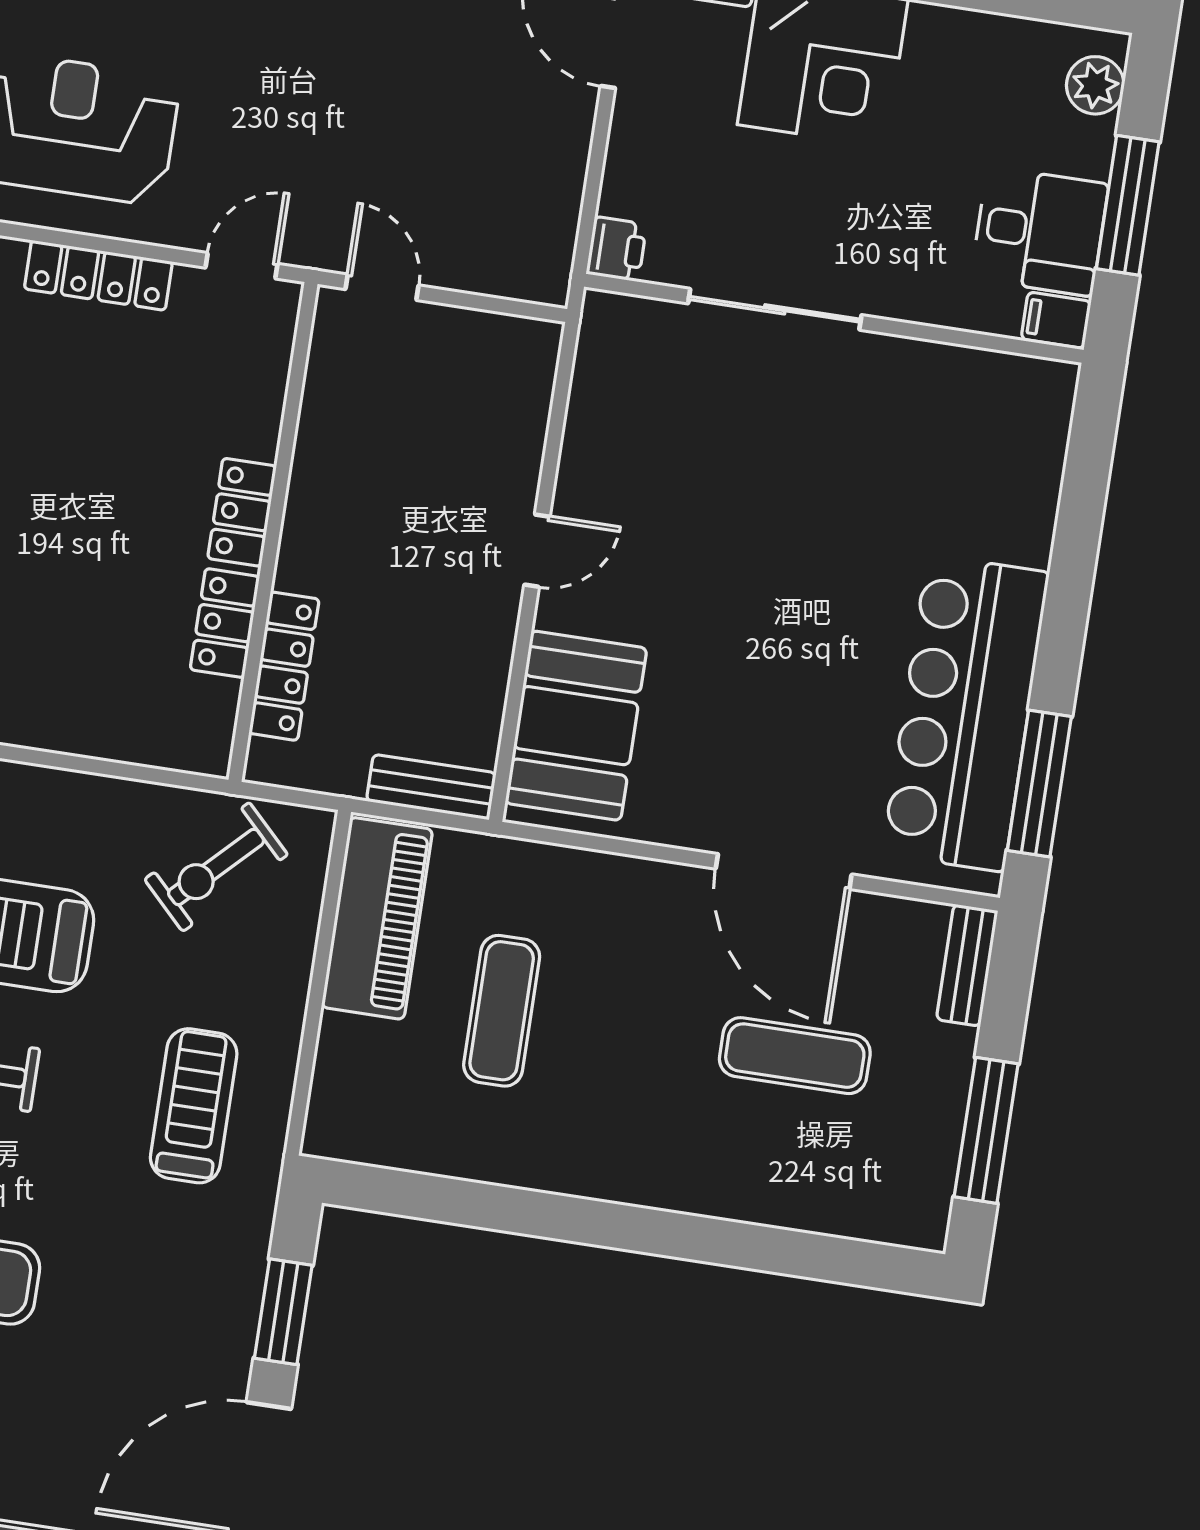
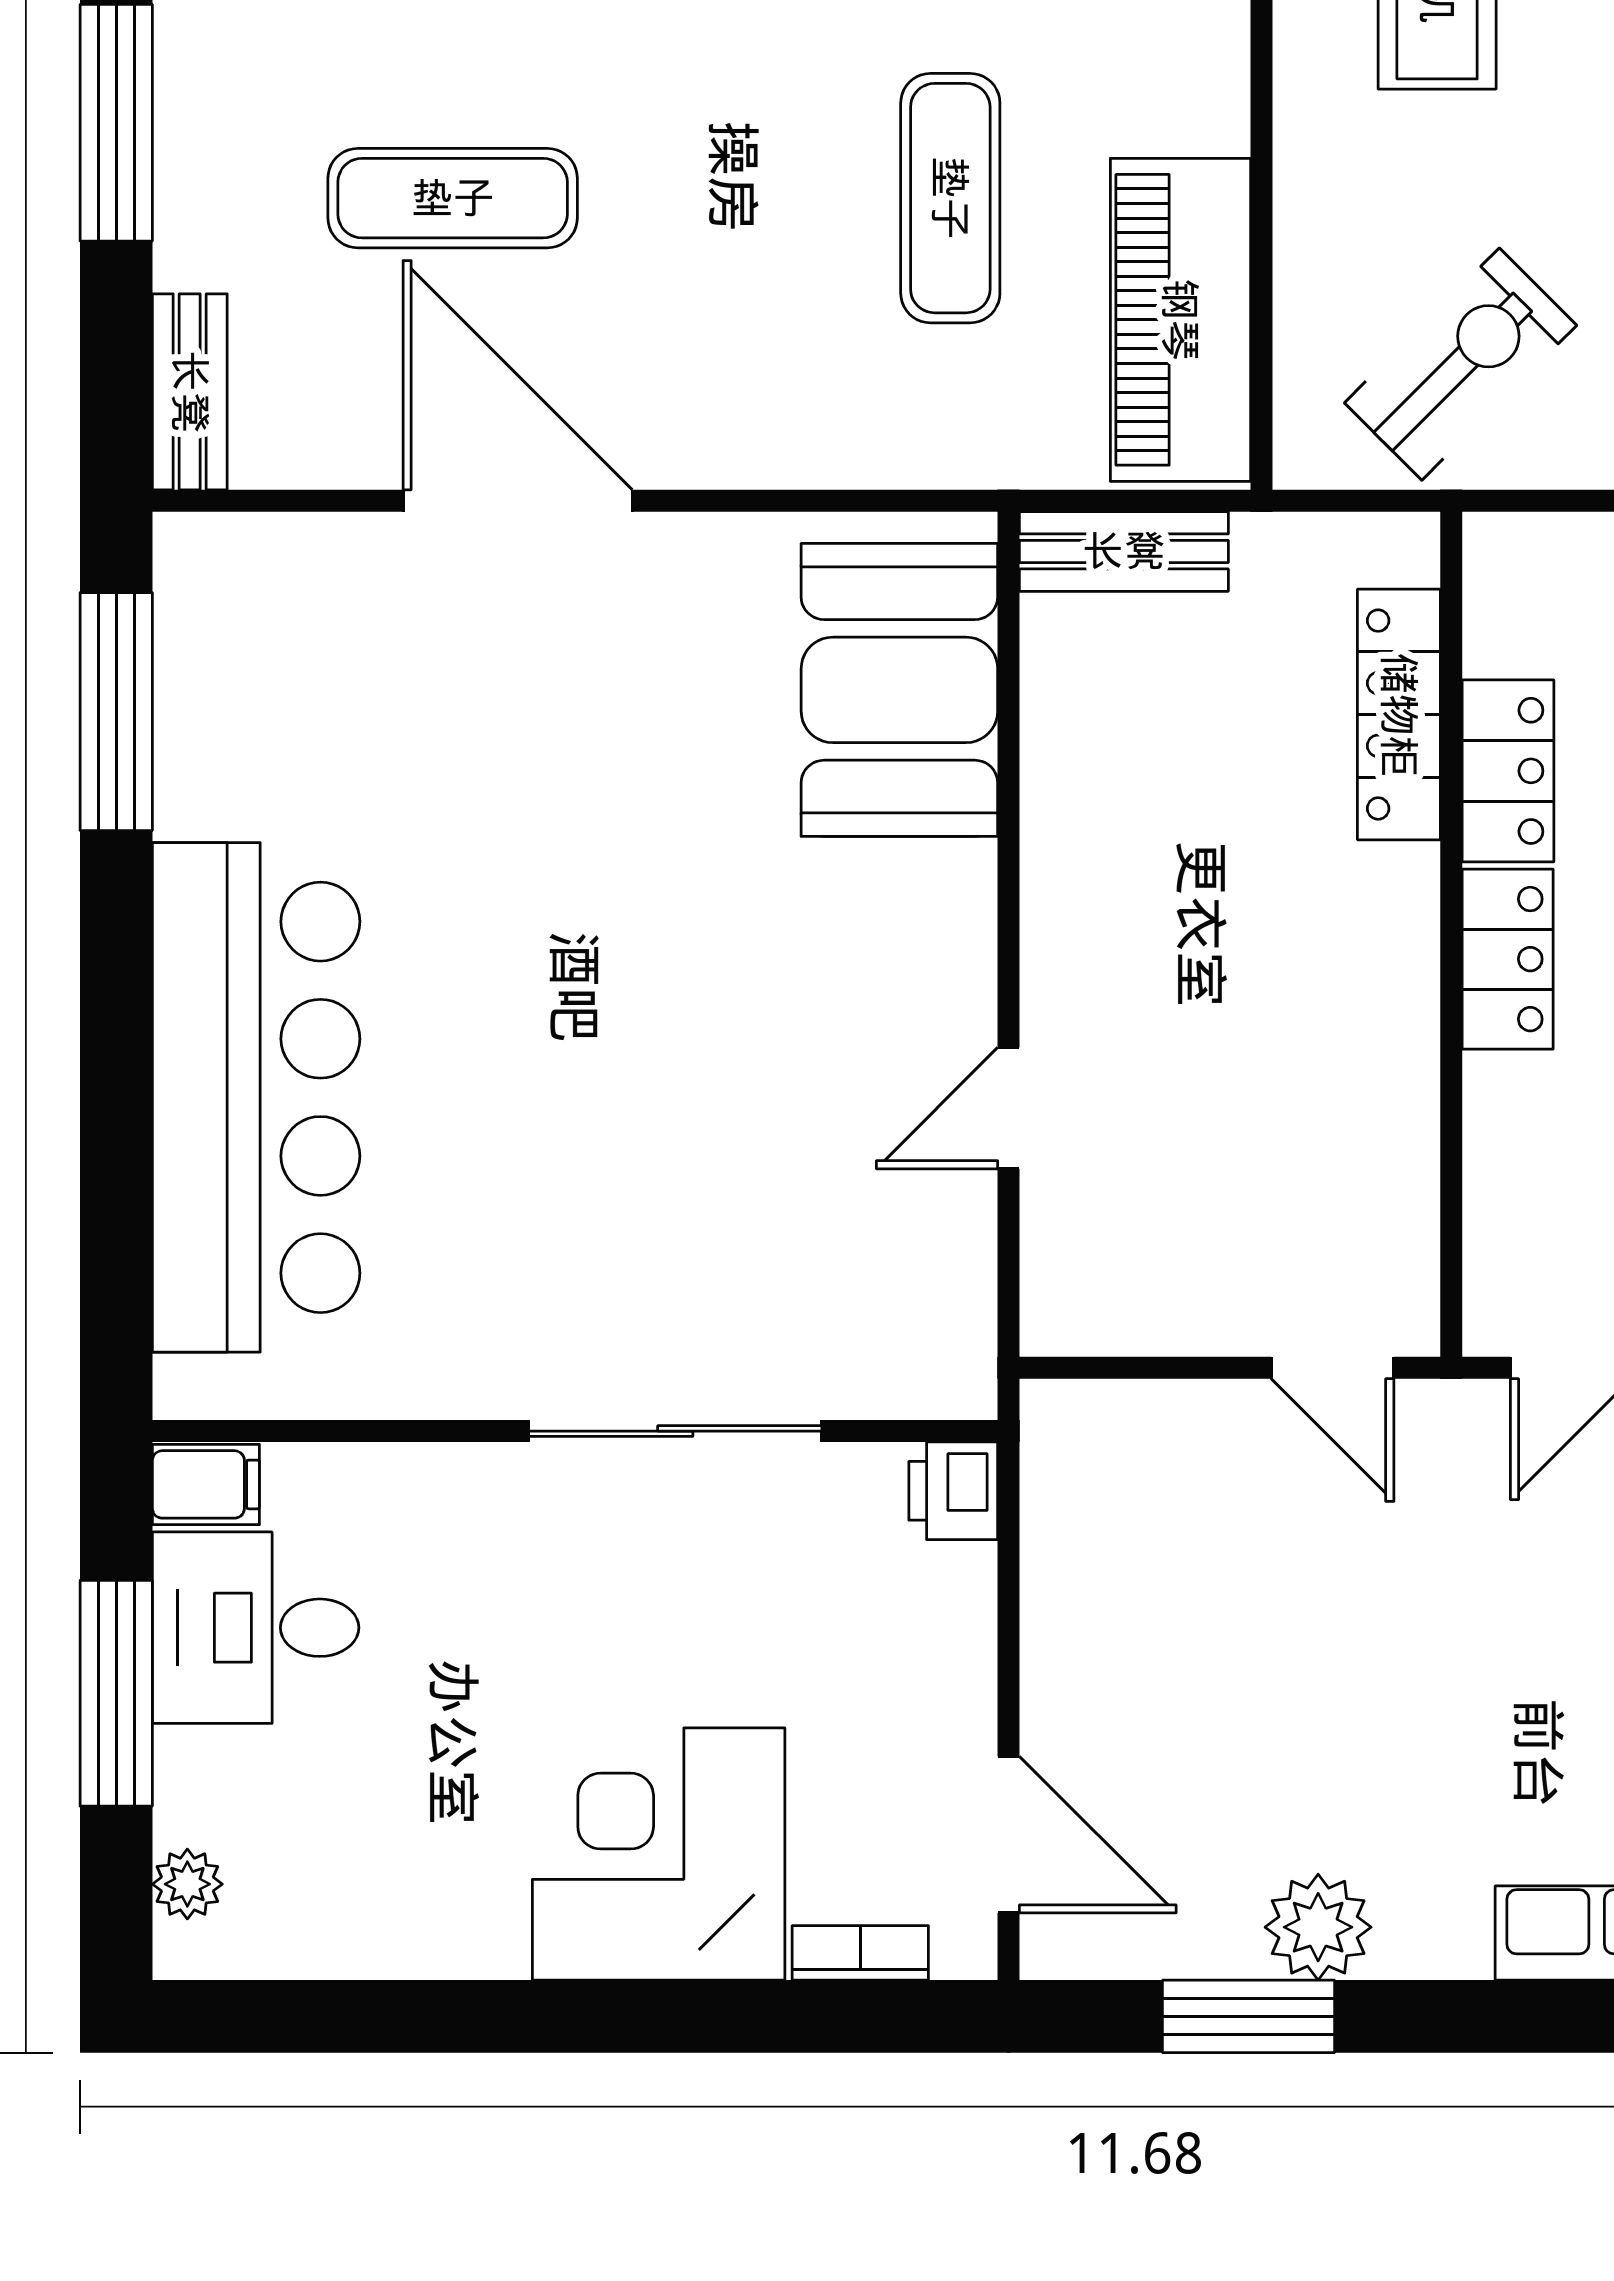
plant: (1095, 85) -> (187, 1884), width x0.73, depth x0.73
door: (537, 551) -> (1009, 1108), moved
bar counter: (966, 713) -> (256, 1097), moved

